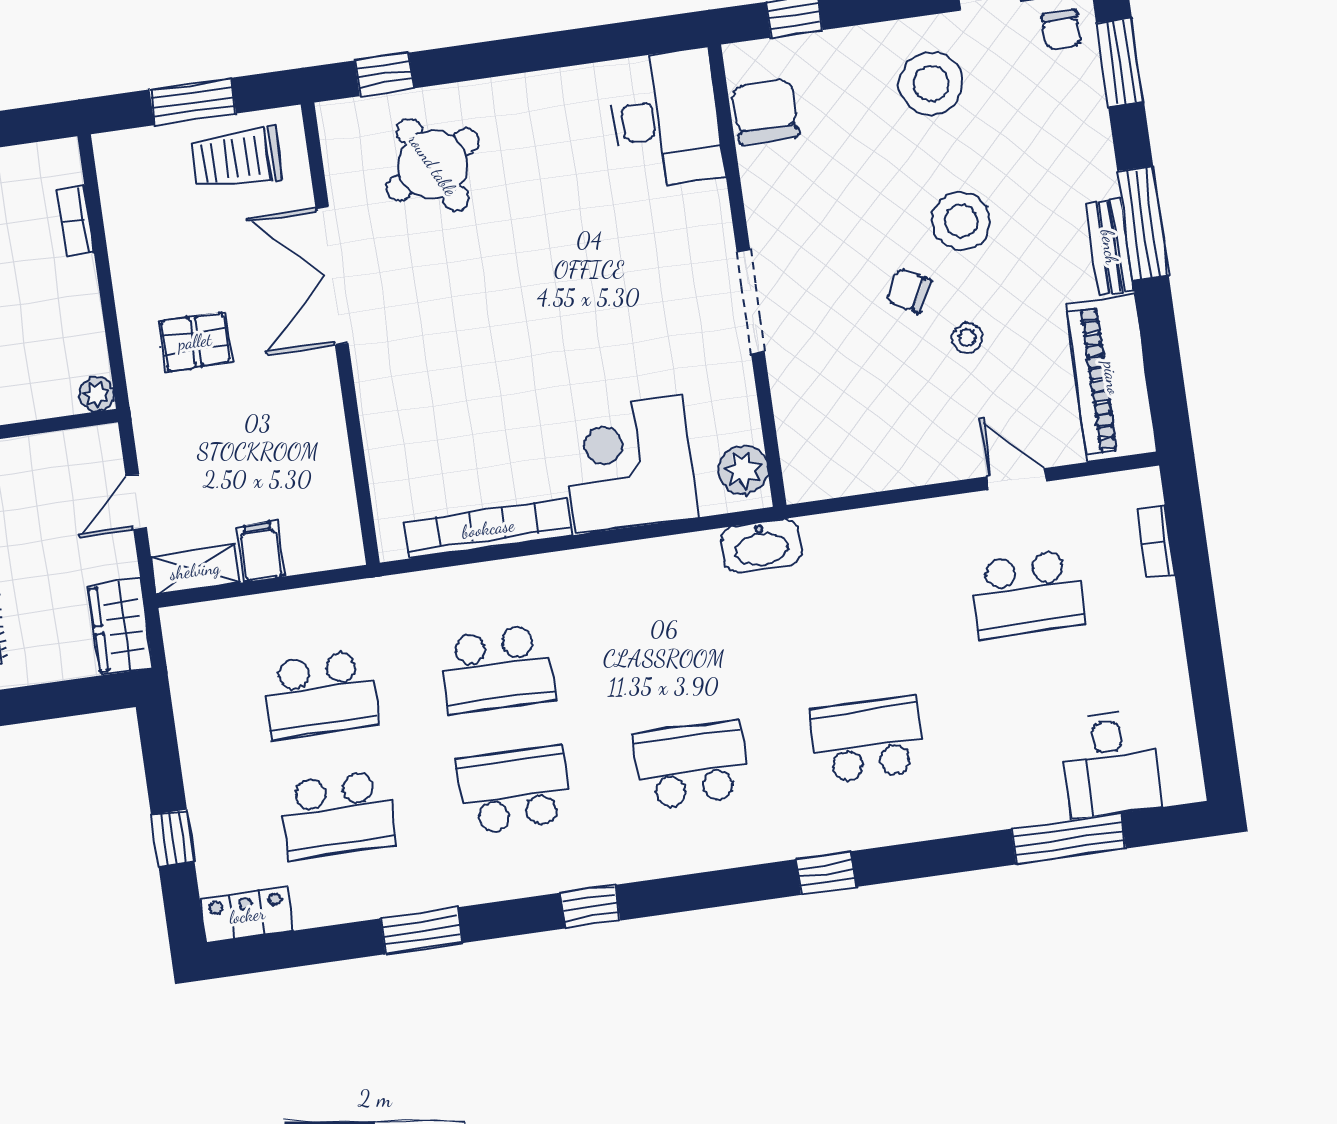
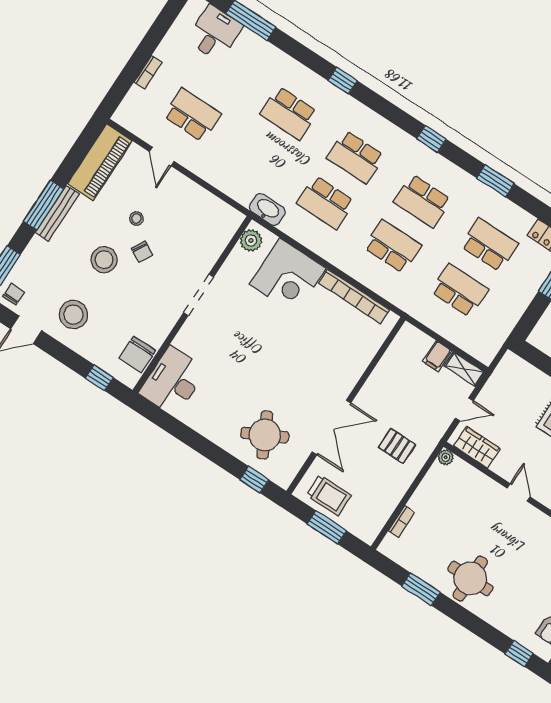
bench: (1110, 247) -> (57, 213), width x1.36
bookcase: (1156, 542) -> (148, 72), moved
wardrobe: (121, 627) -> (477, 447), moved, turned -90
school desk: (674, 644) -> (326, 202), added

